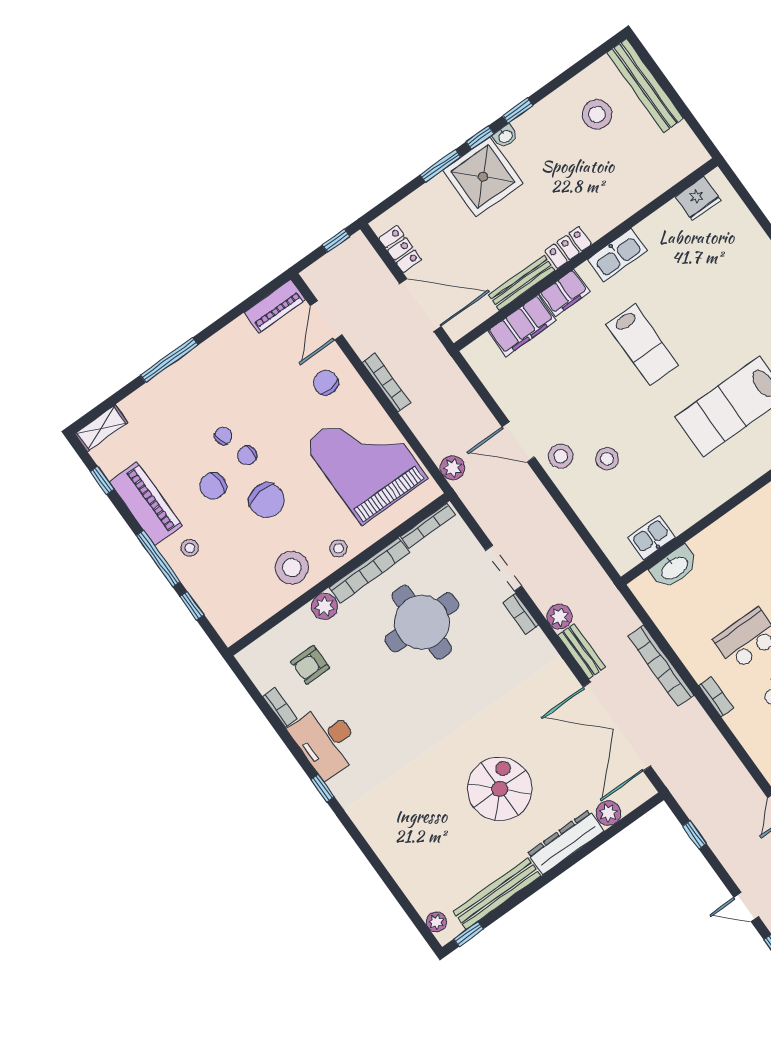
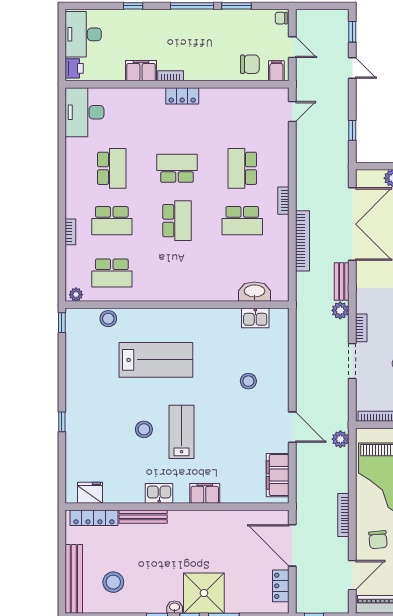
locker: (568, 247) -> (94, 518), moved, width x1.53
kitchen sink: (617, 255) -> (159, 493), width x0.73
bench: (522, 283) -> (143, 517), moved
filing cabinet: (522, 326) -> (278, 475), moved, turned -90
stool: (561, 456) -> (144, 429), moved

